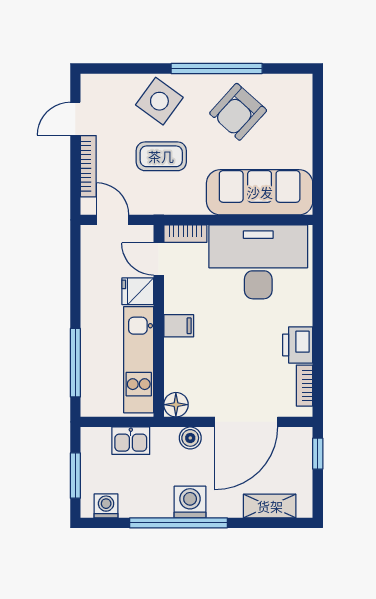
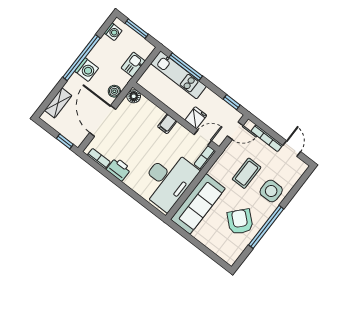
side table: (159, 101) -> (271, 191), turned -36
window: (75, 257) -> (232, 102), added
kitchen unit: (139, 360) -> (178, 75), moved, turned 180

